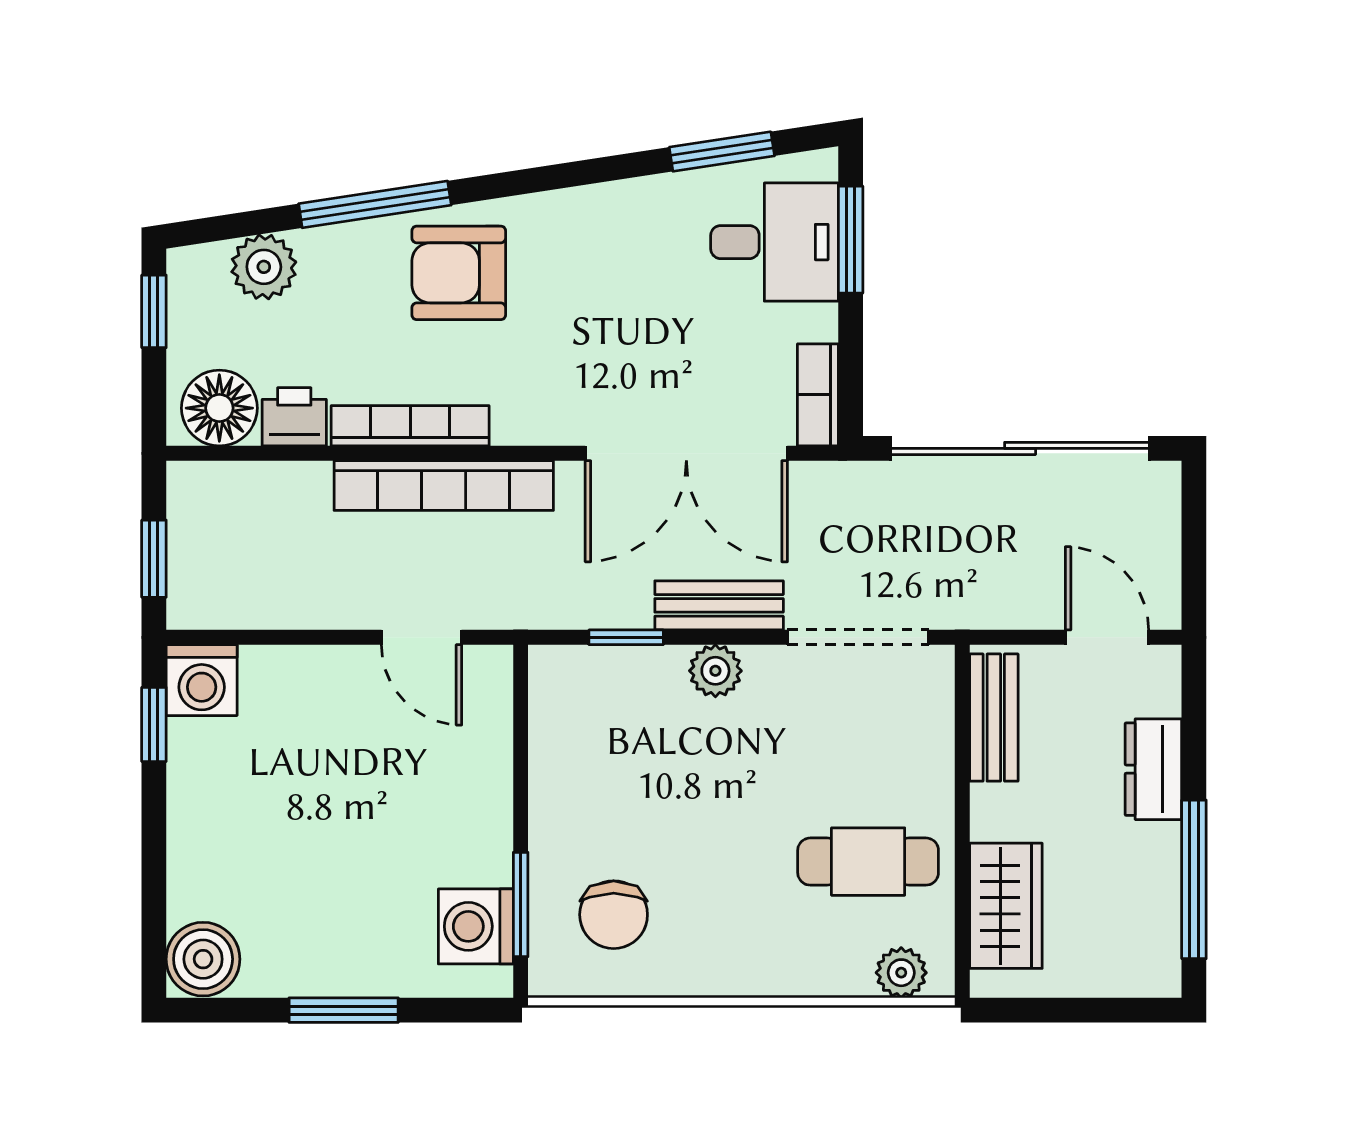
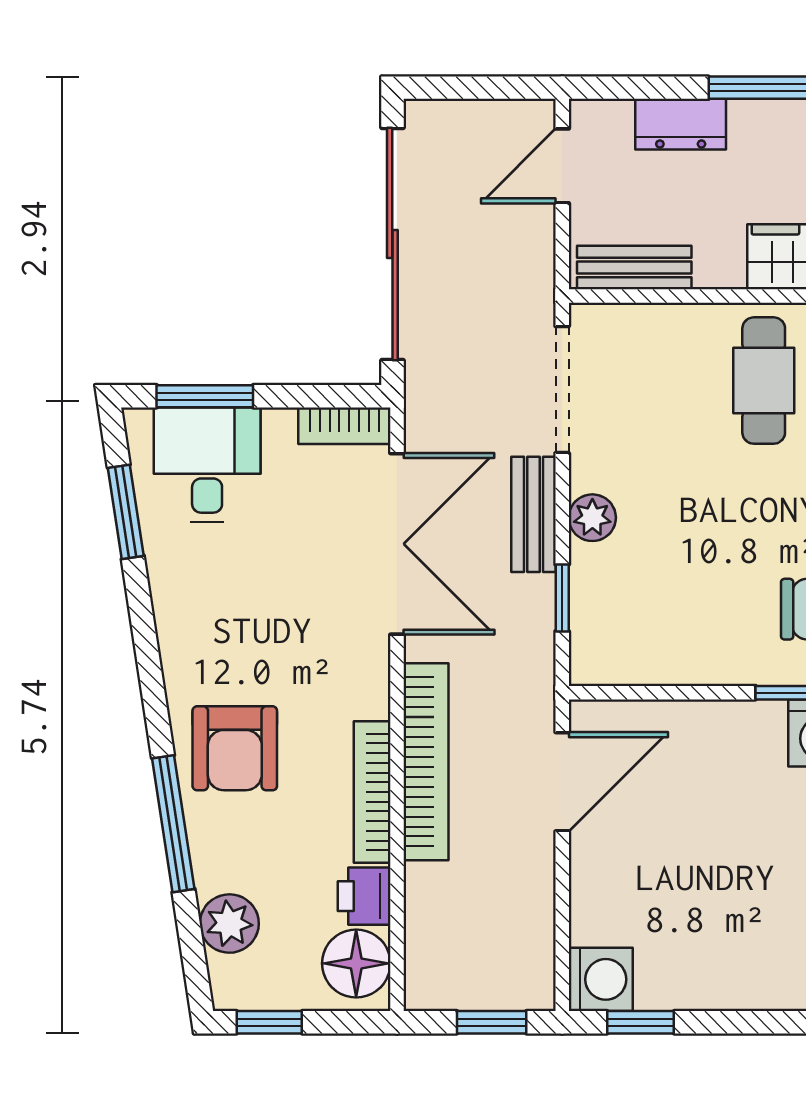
door: (422, 637) -> (562, 782), width x1.38

